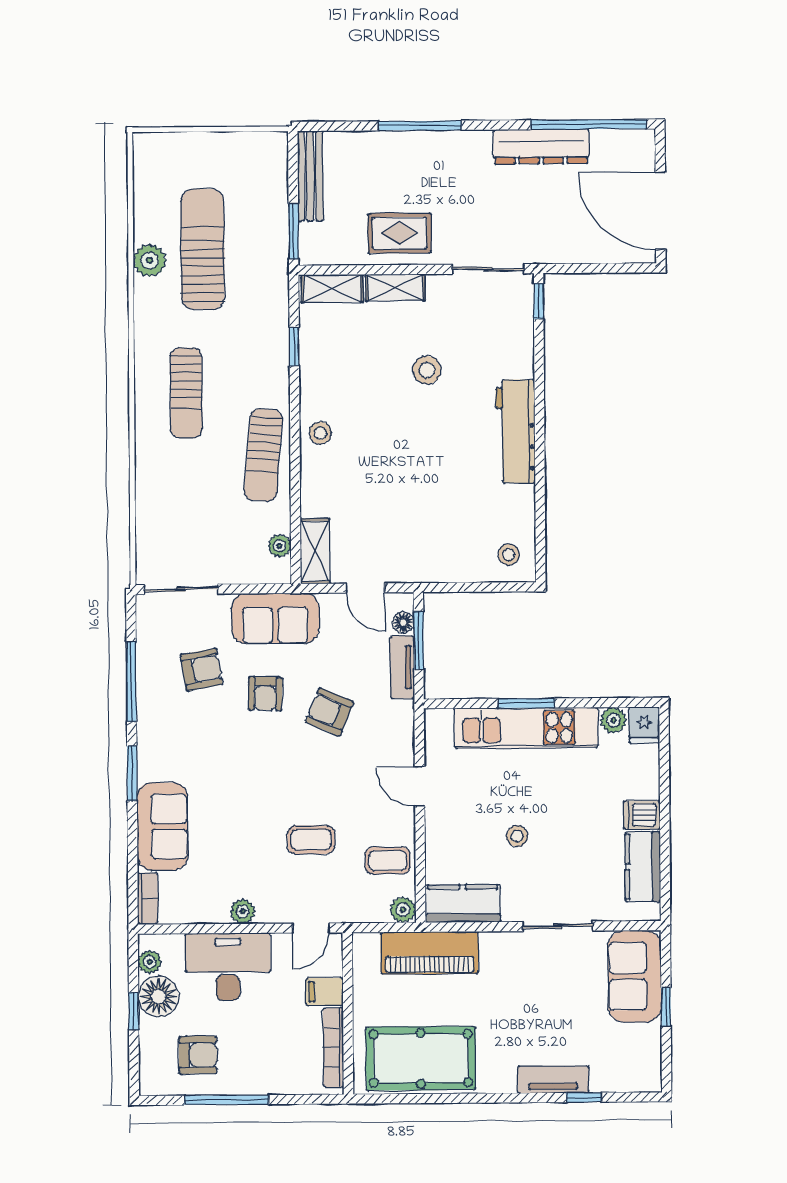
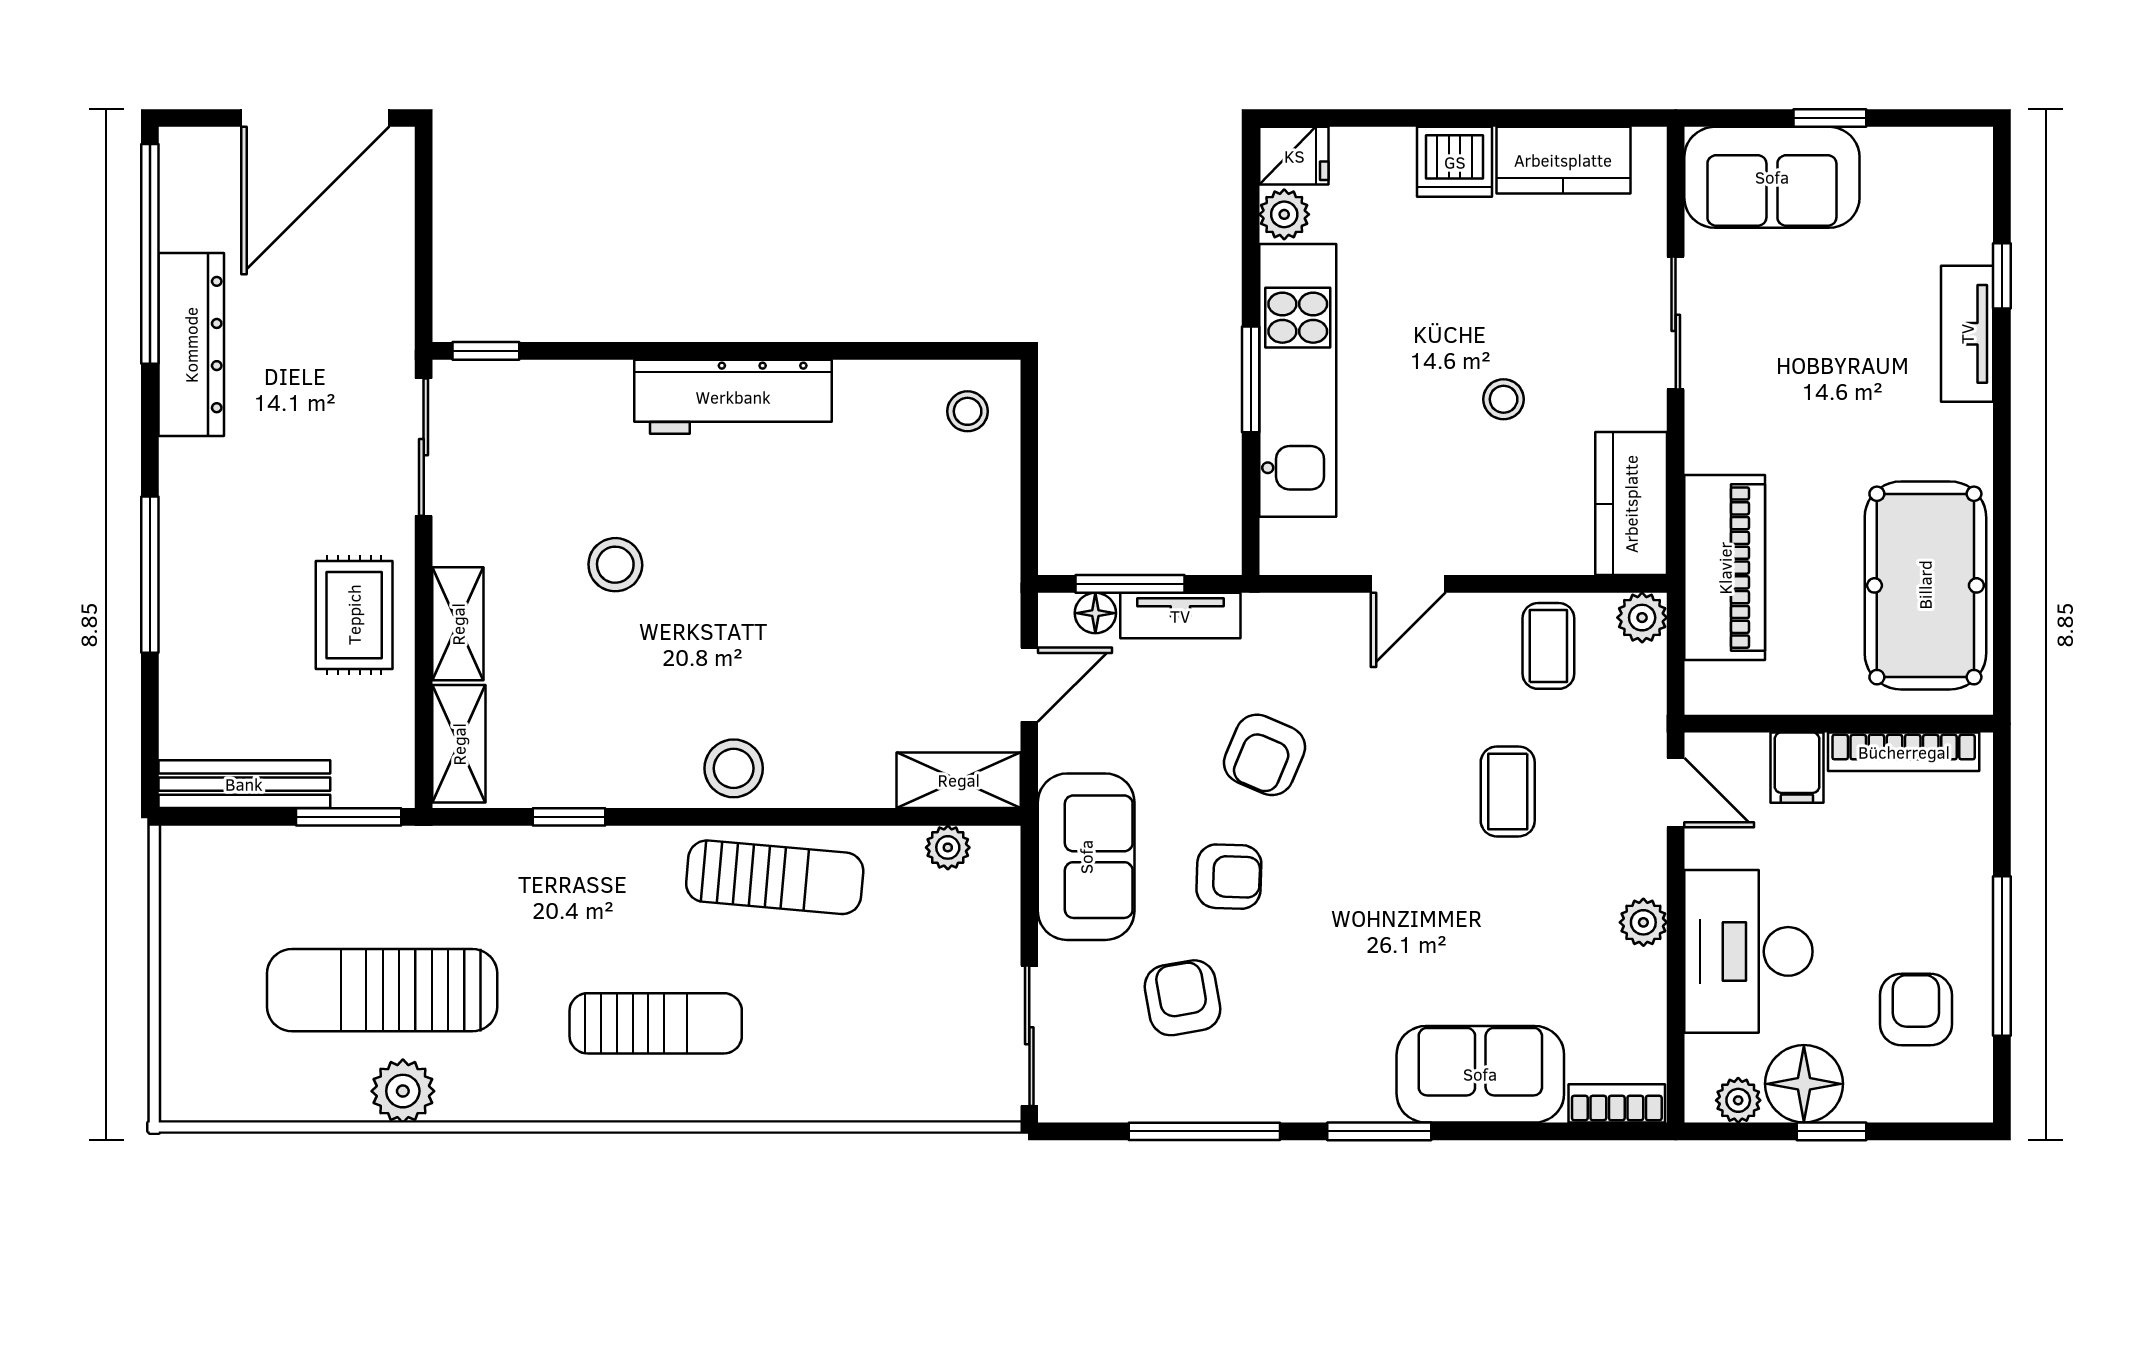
stool: (320, 433) -> (734, 768), width x1.37, depth x1.37
dishwasher: (642, 815) -> (1455, 162), width x1.38

